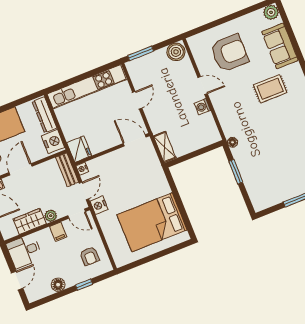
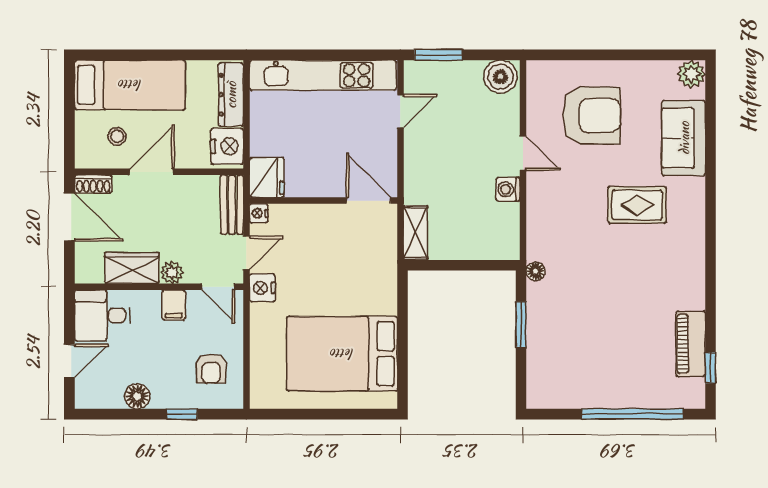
door: (137, 100) -> (400, 111), moved

